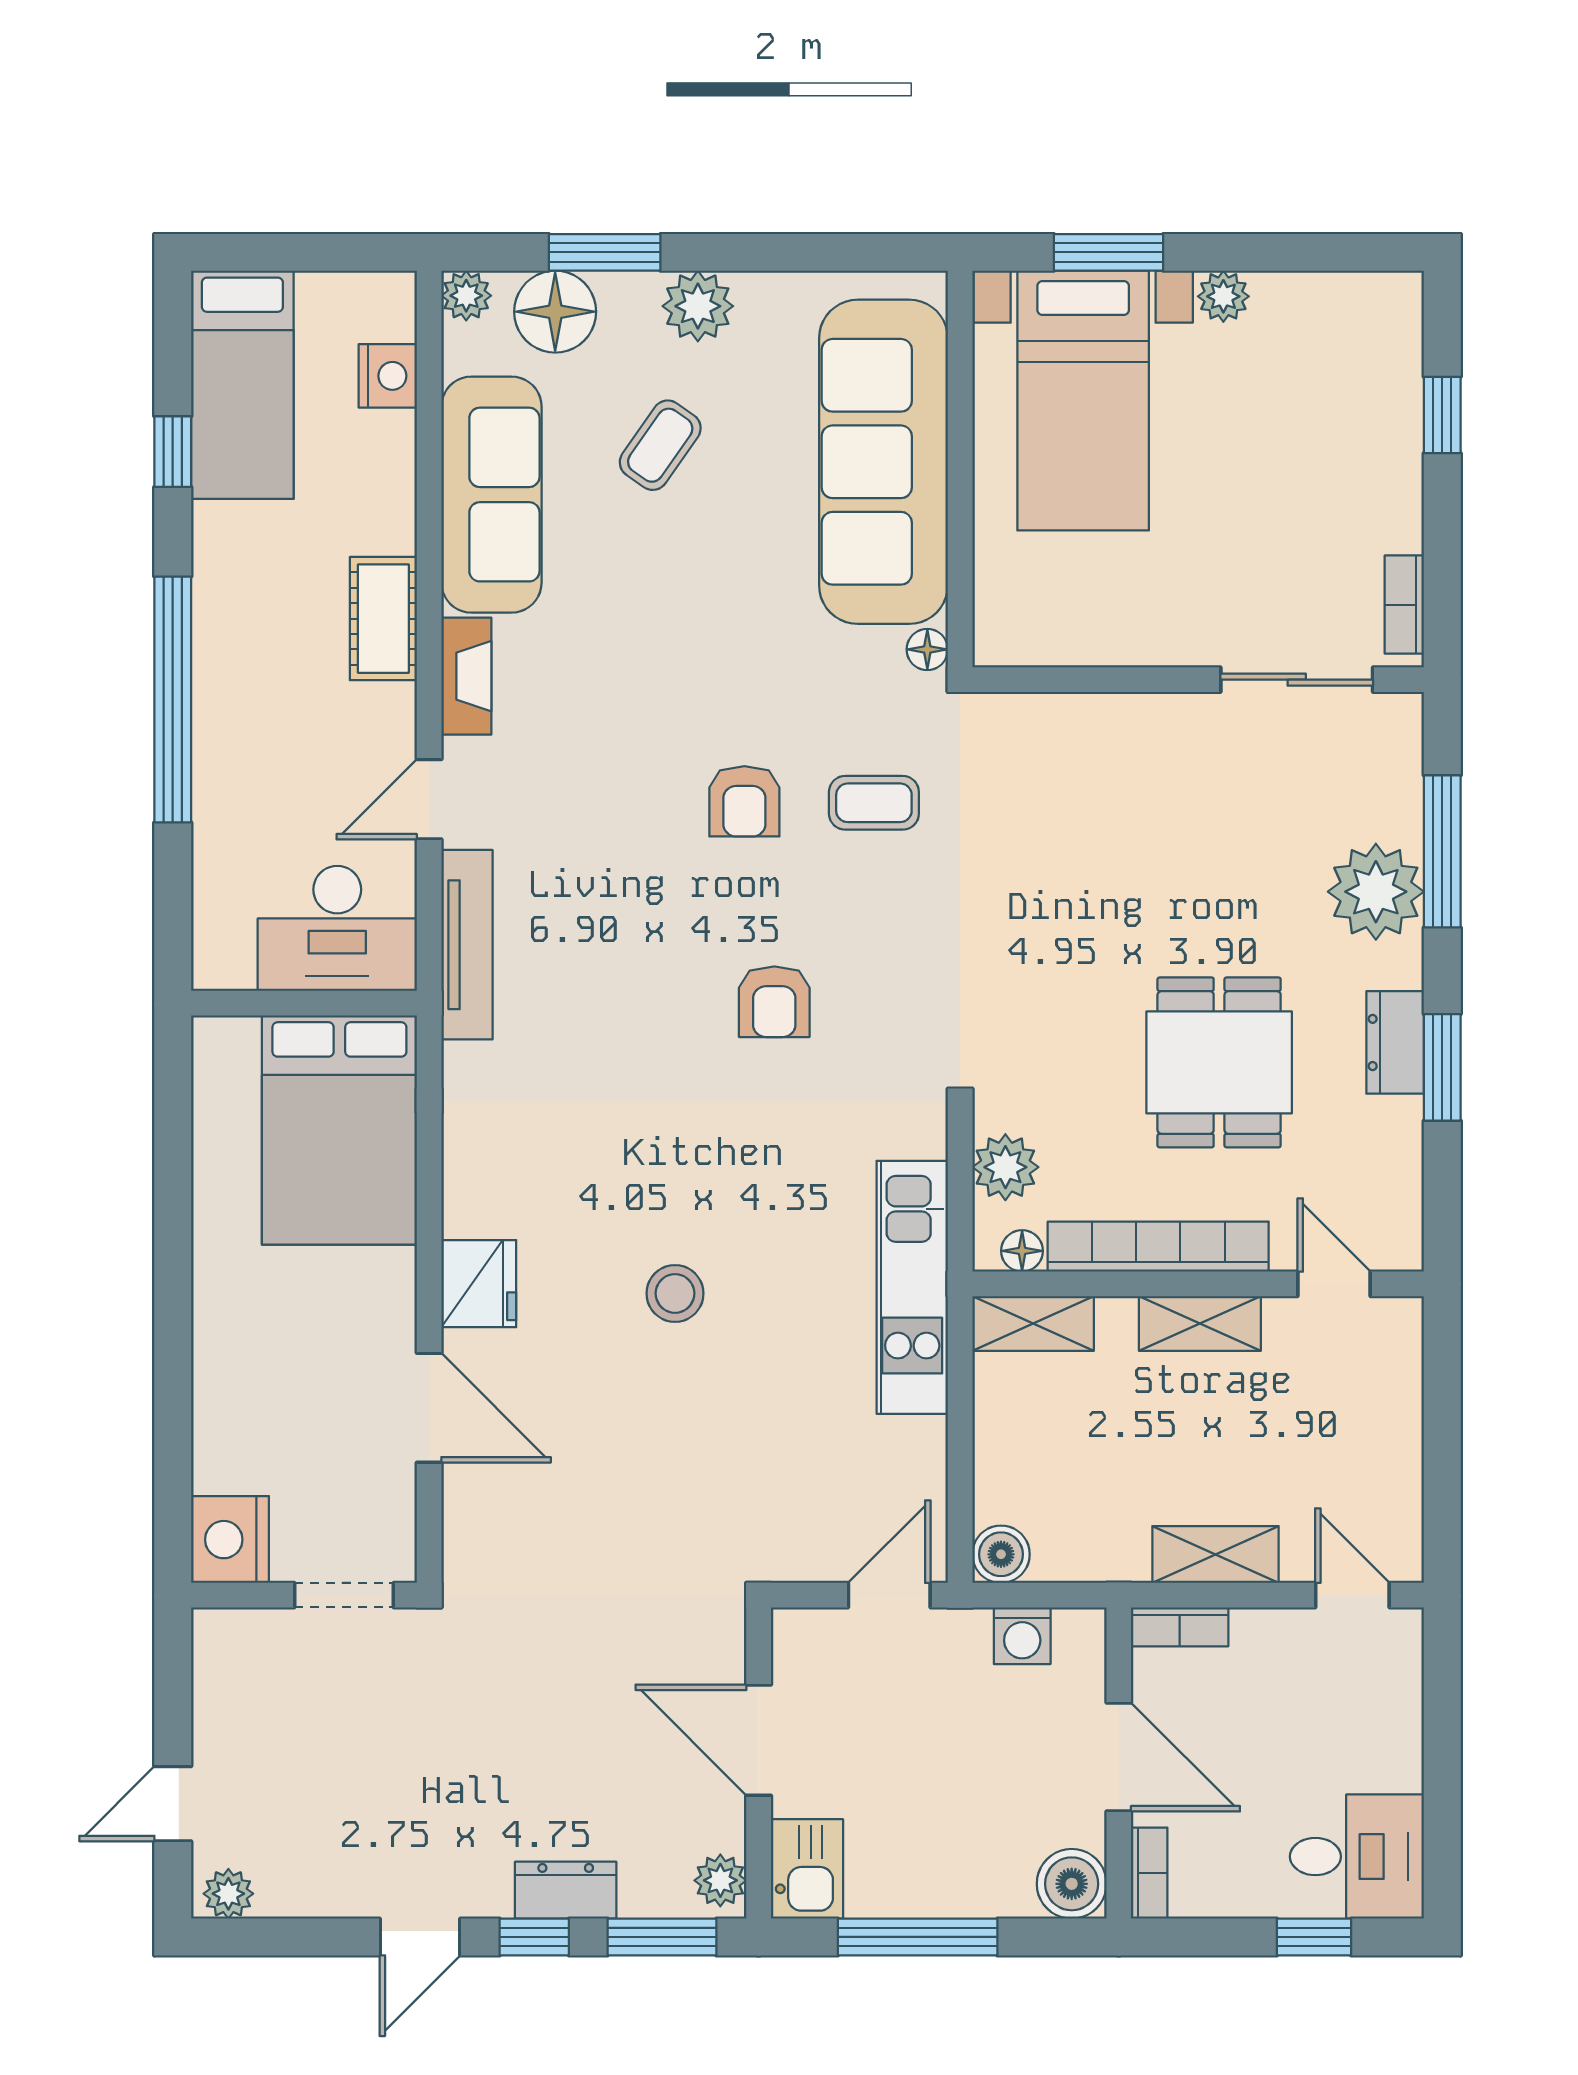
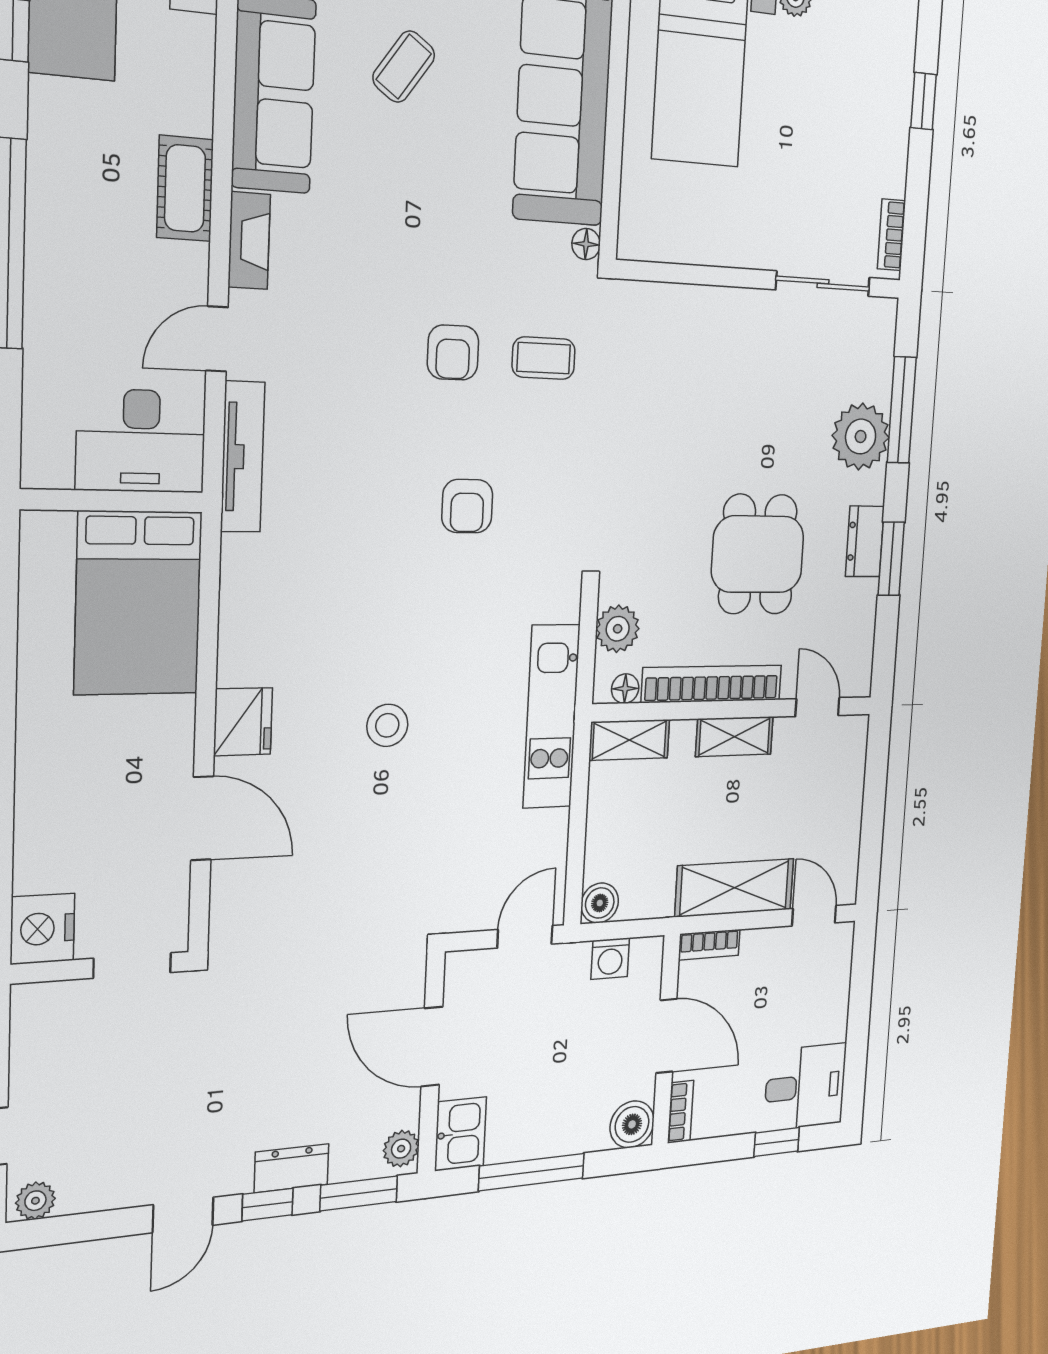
shelving: (1215, 1555) -> (735, 888), width x1.50, depth x1.33

